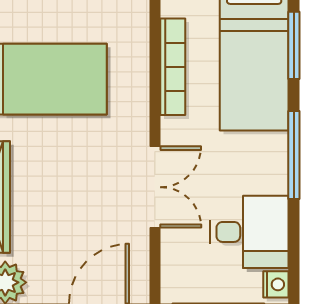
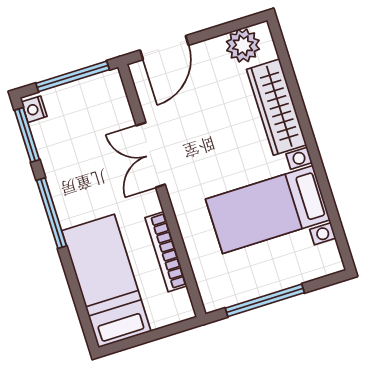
window: (294, 45) -> (27, 135), moved
desk: (249, 232) -> (67, 143), removed

